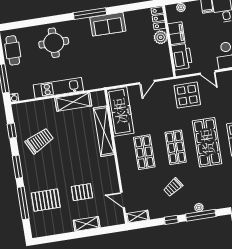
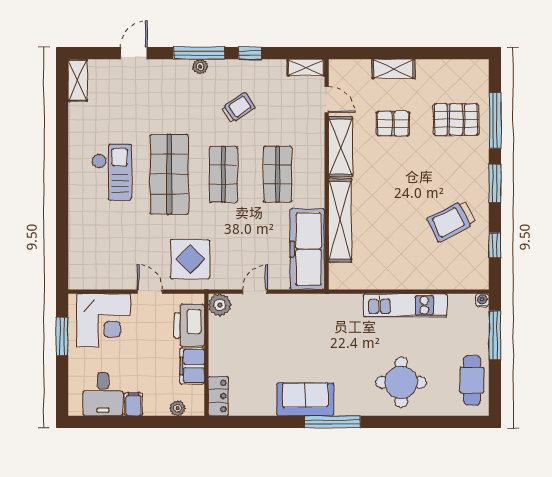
plant: (161, 37) -> (220, 305), moved
shelving: (73, 102) -> (341, 147), moved, turned 90

